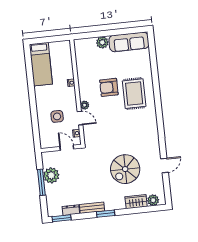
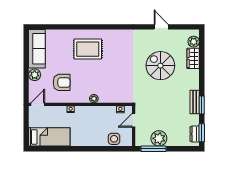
armchair: (109, 87) -> (62, 82), moved, turned -90
side table: (57, 116) -> (114, 139), moved
door: (80, 118) -> (38, 104), moved
spiral stairs: (125, 169) -> (160, 66), turned 180
window: (41, 182) -> (153, 149), moved
dresser: (71, 210) -> (195, 134), moved
window: (106, 214) -> (202, 105), moved

